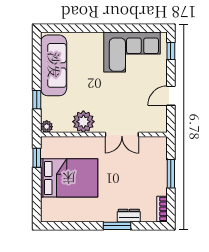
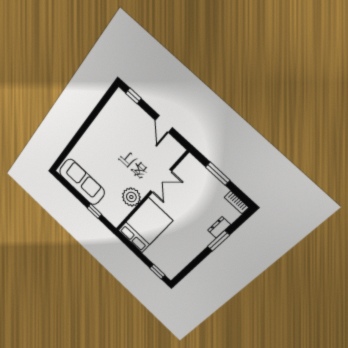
corner sofa: (132, 52) -> (113, 124), removed
plant: (47, 127) -> (115, 221), removed
window: (37, 158) -> (157, 272), moved
bed: (69, 178) -> (145, 226), moved

